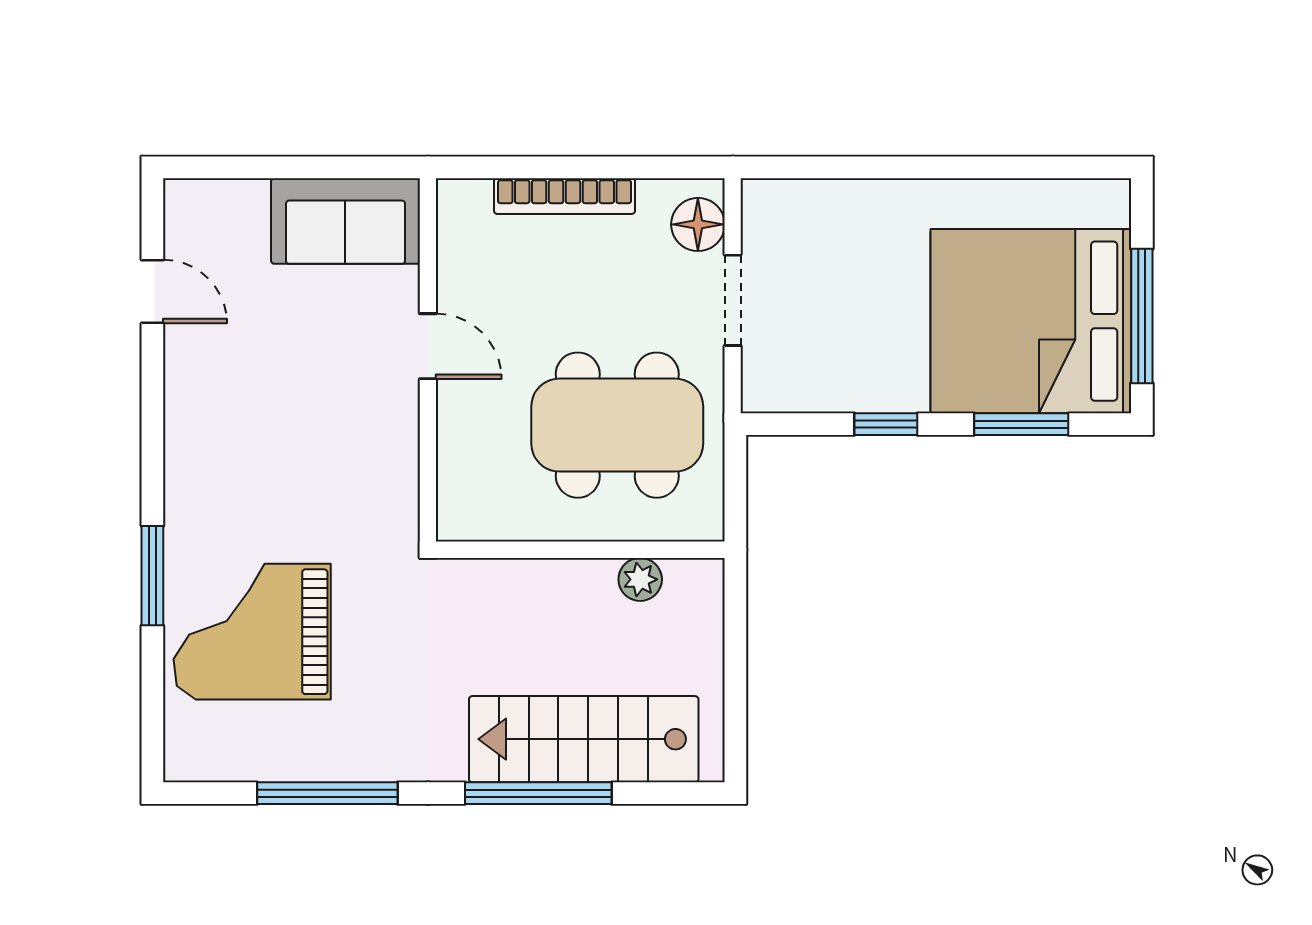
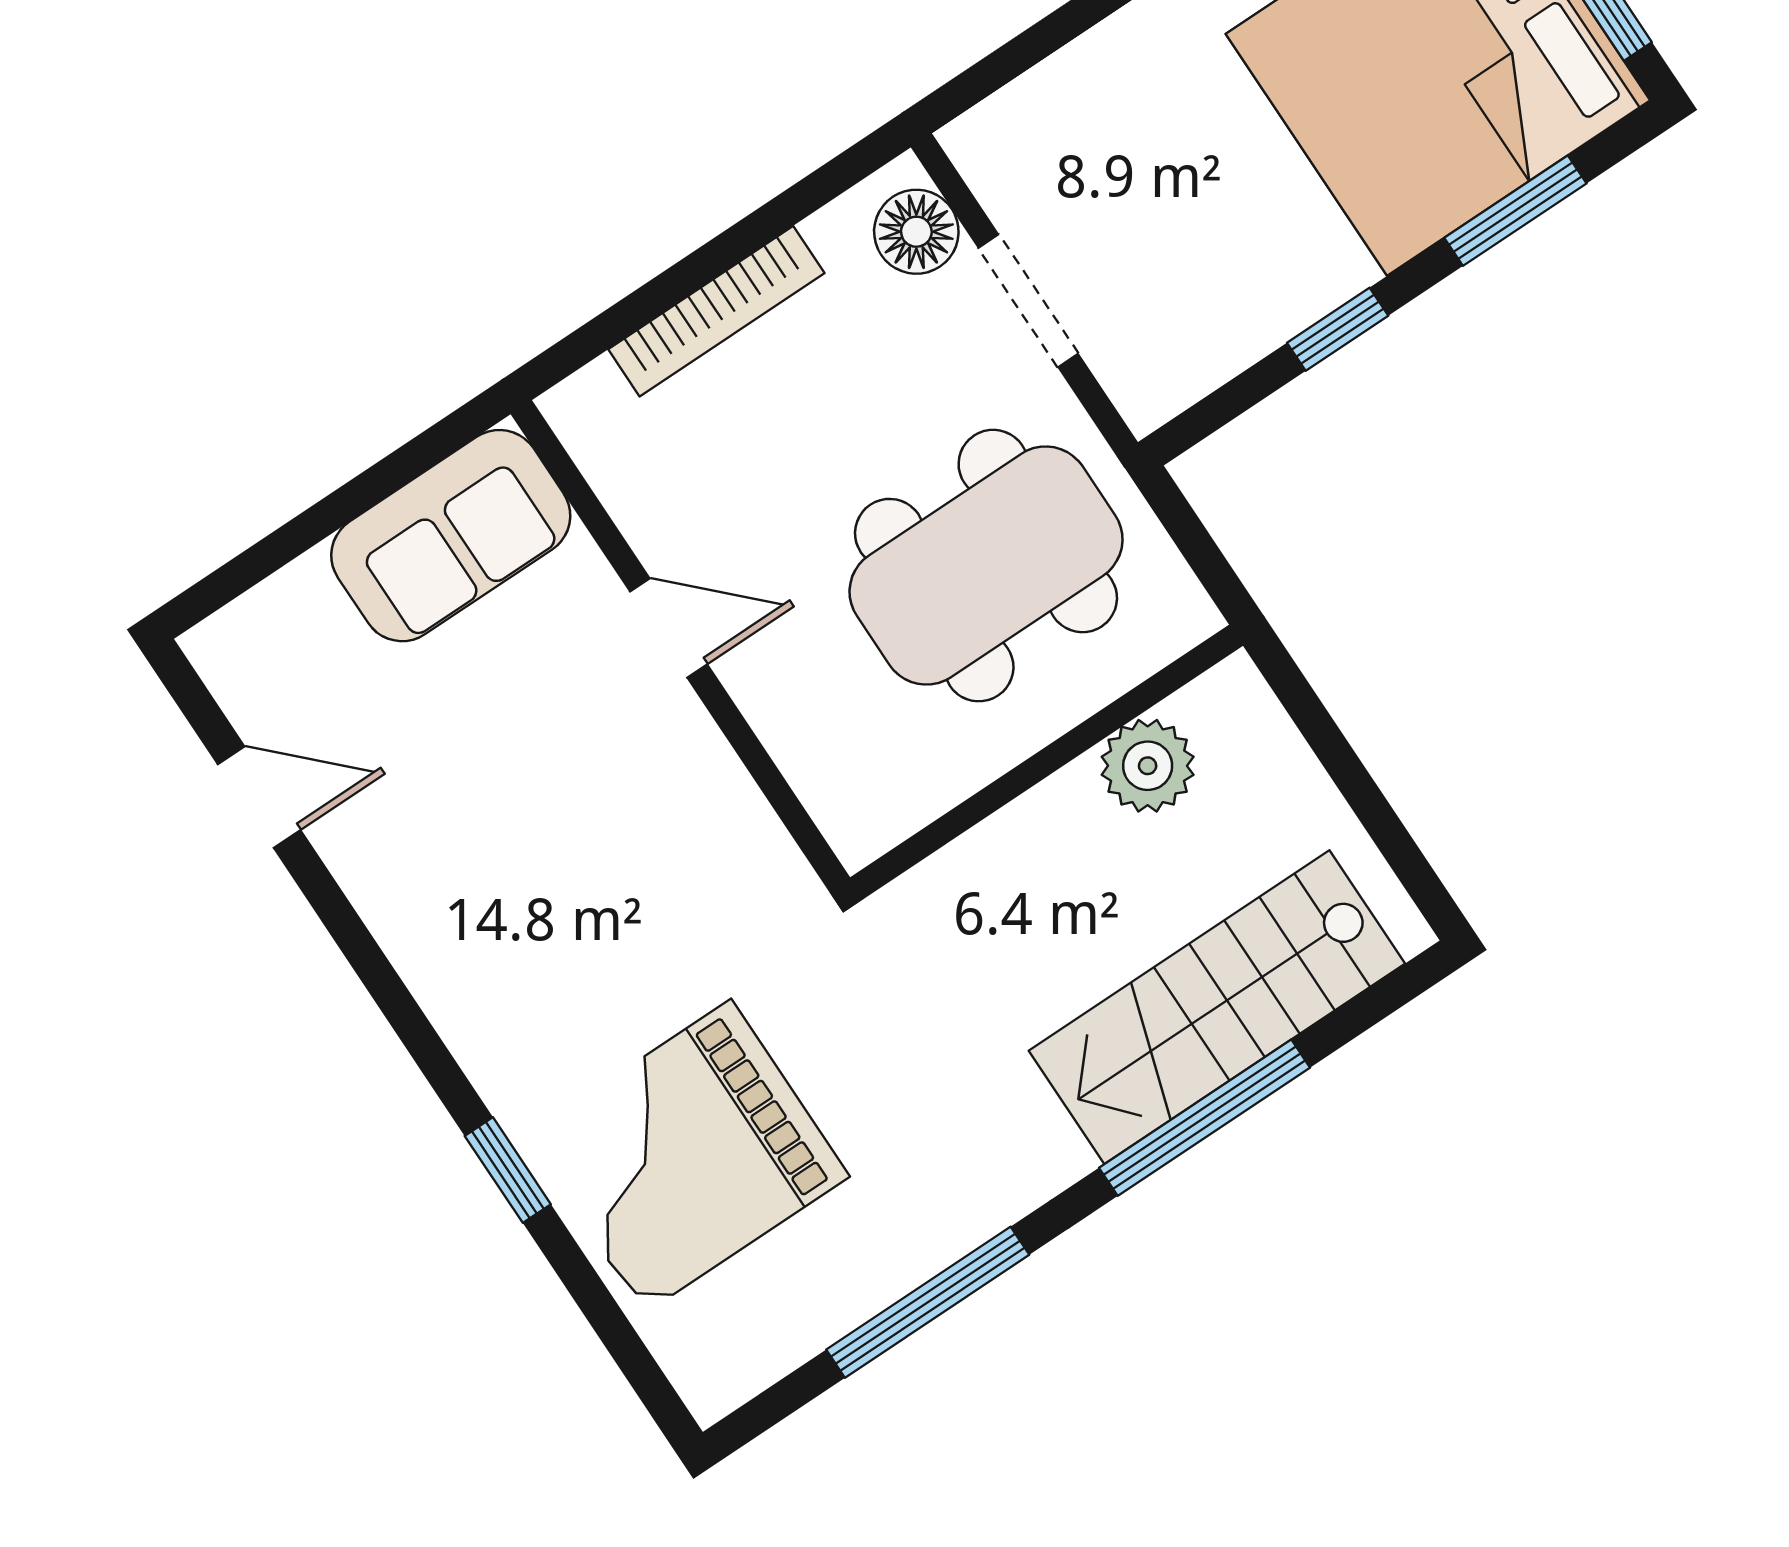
window: (152, 576) -> (508, 1170), width x0.67
plant: (640, 579) -> (1148, 766), width x1.38, depth x1.38

